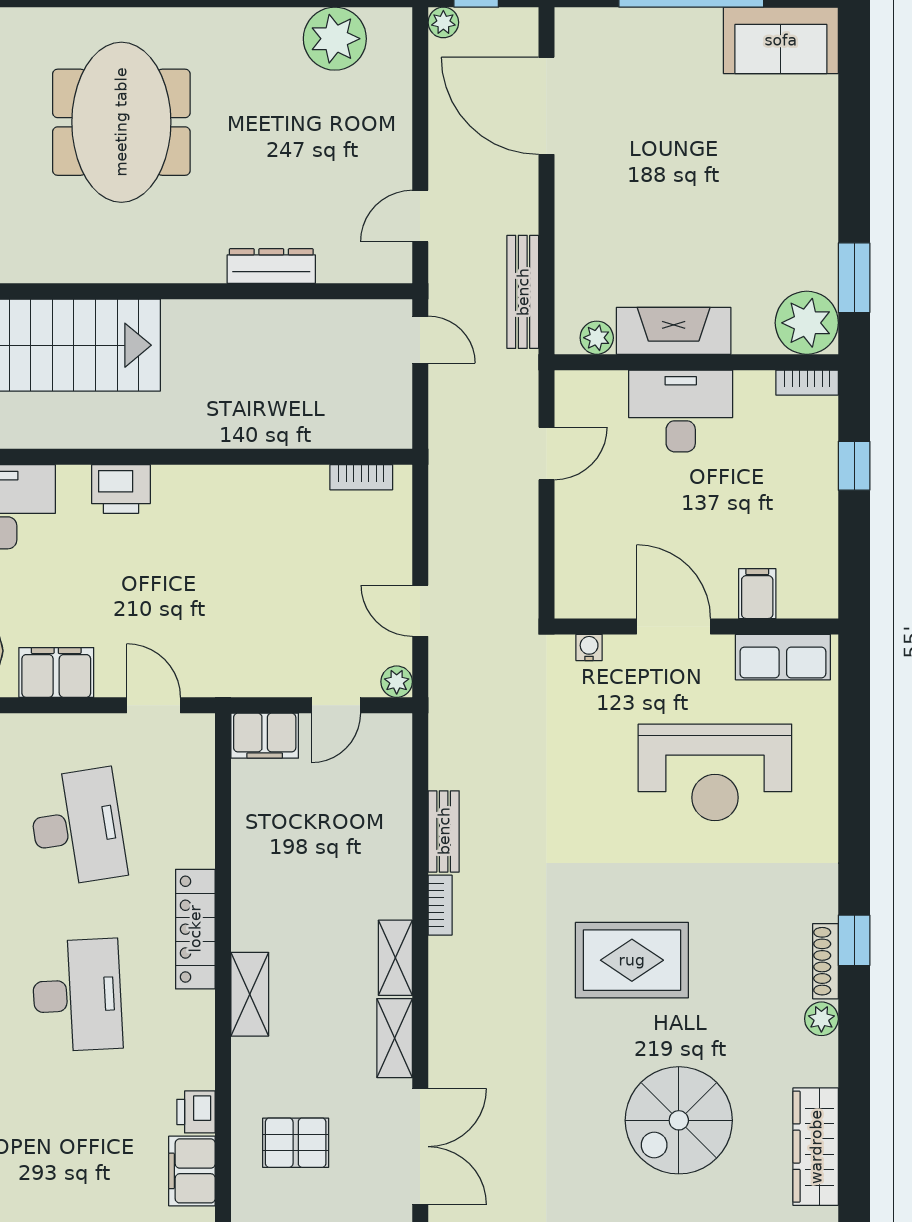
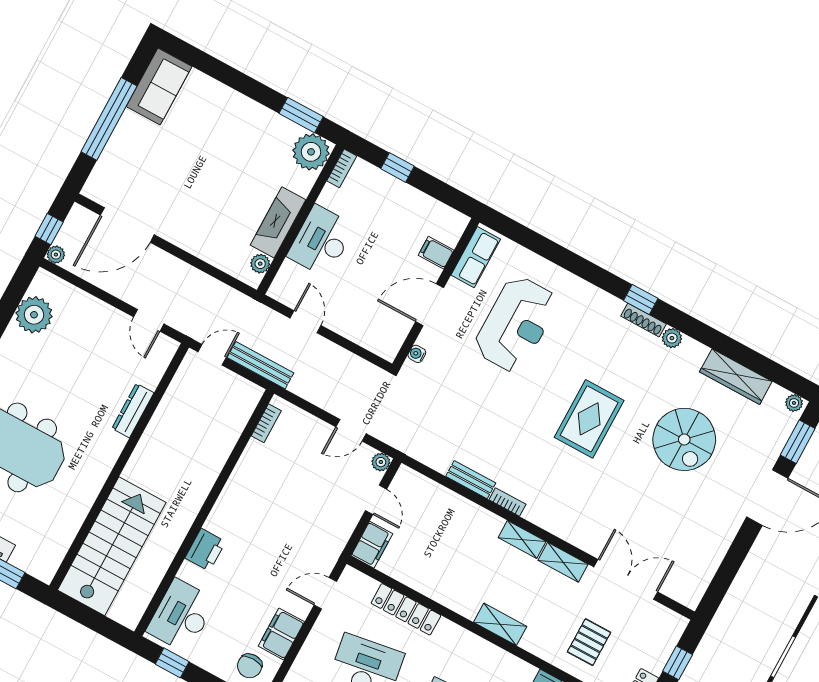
bench: (523, 292) -> (260, 365), moved
locker: (195, 929) -> (406, 609), moved

